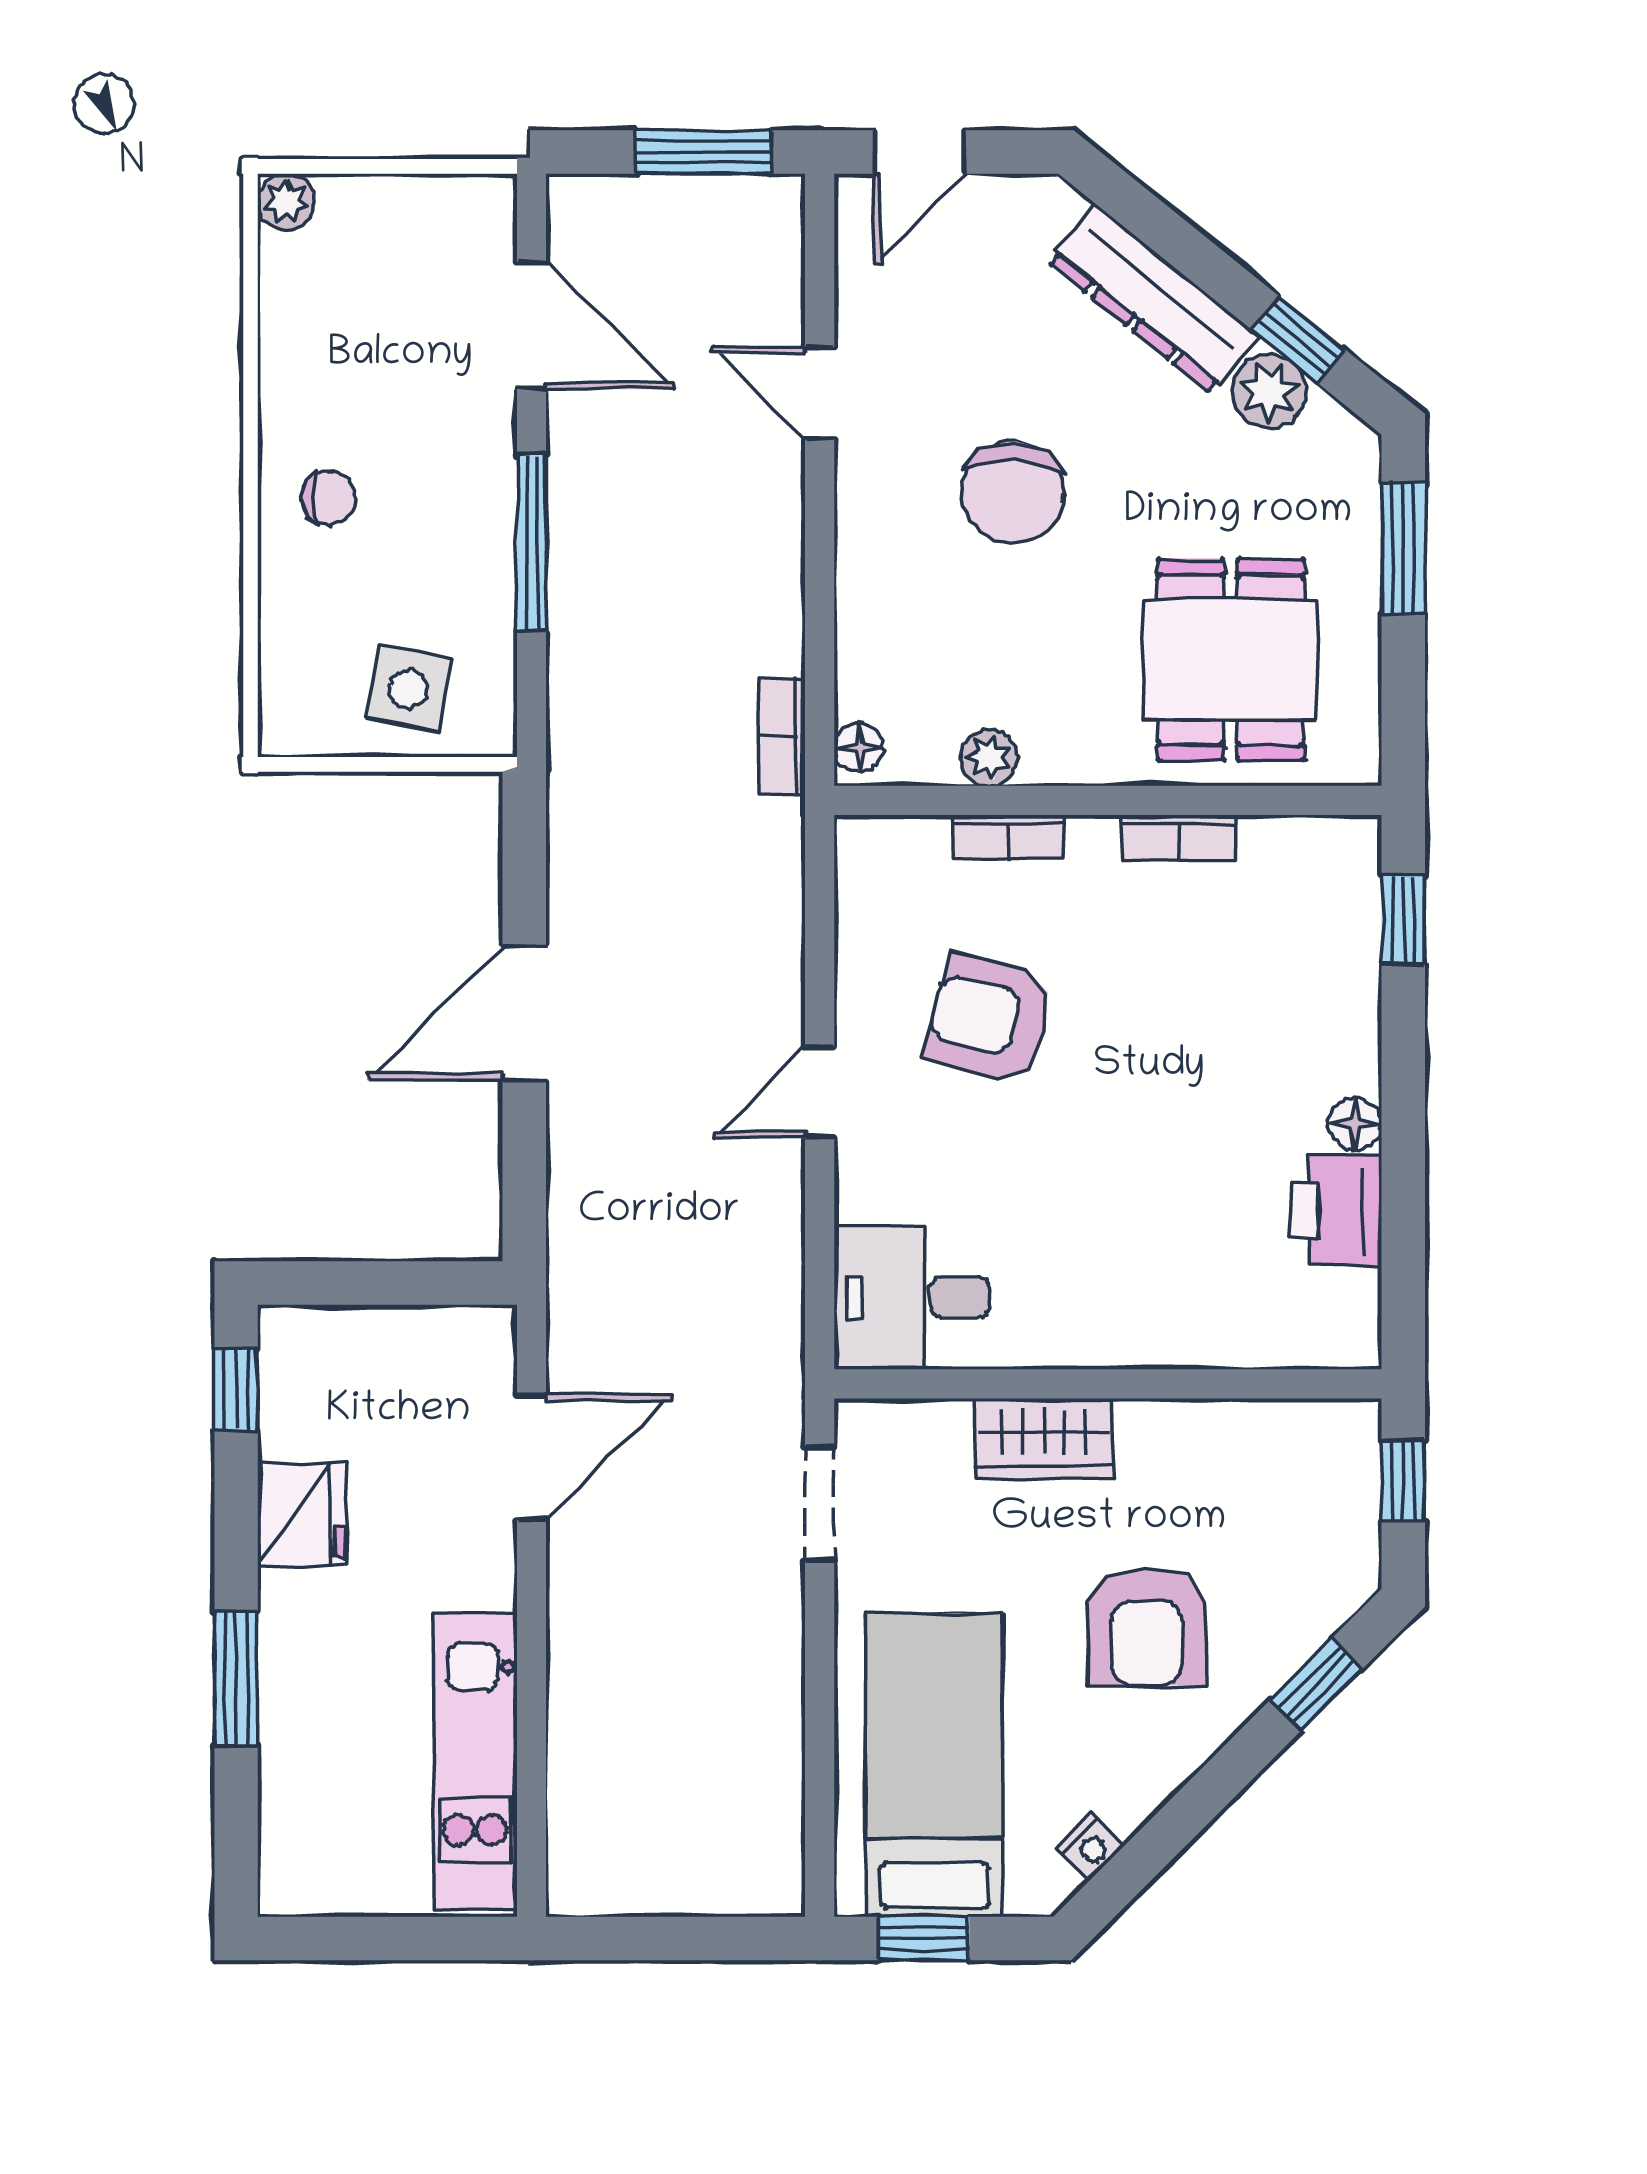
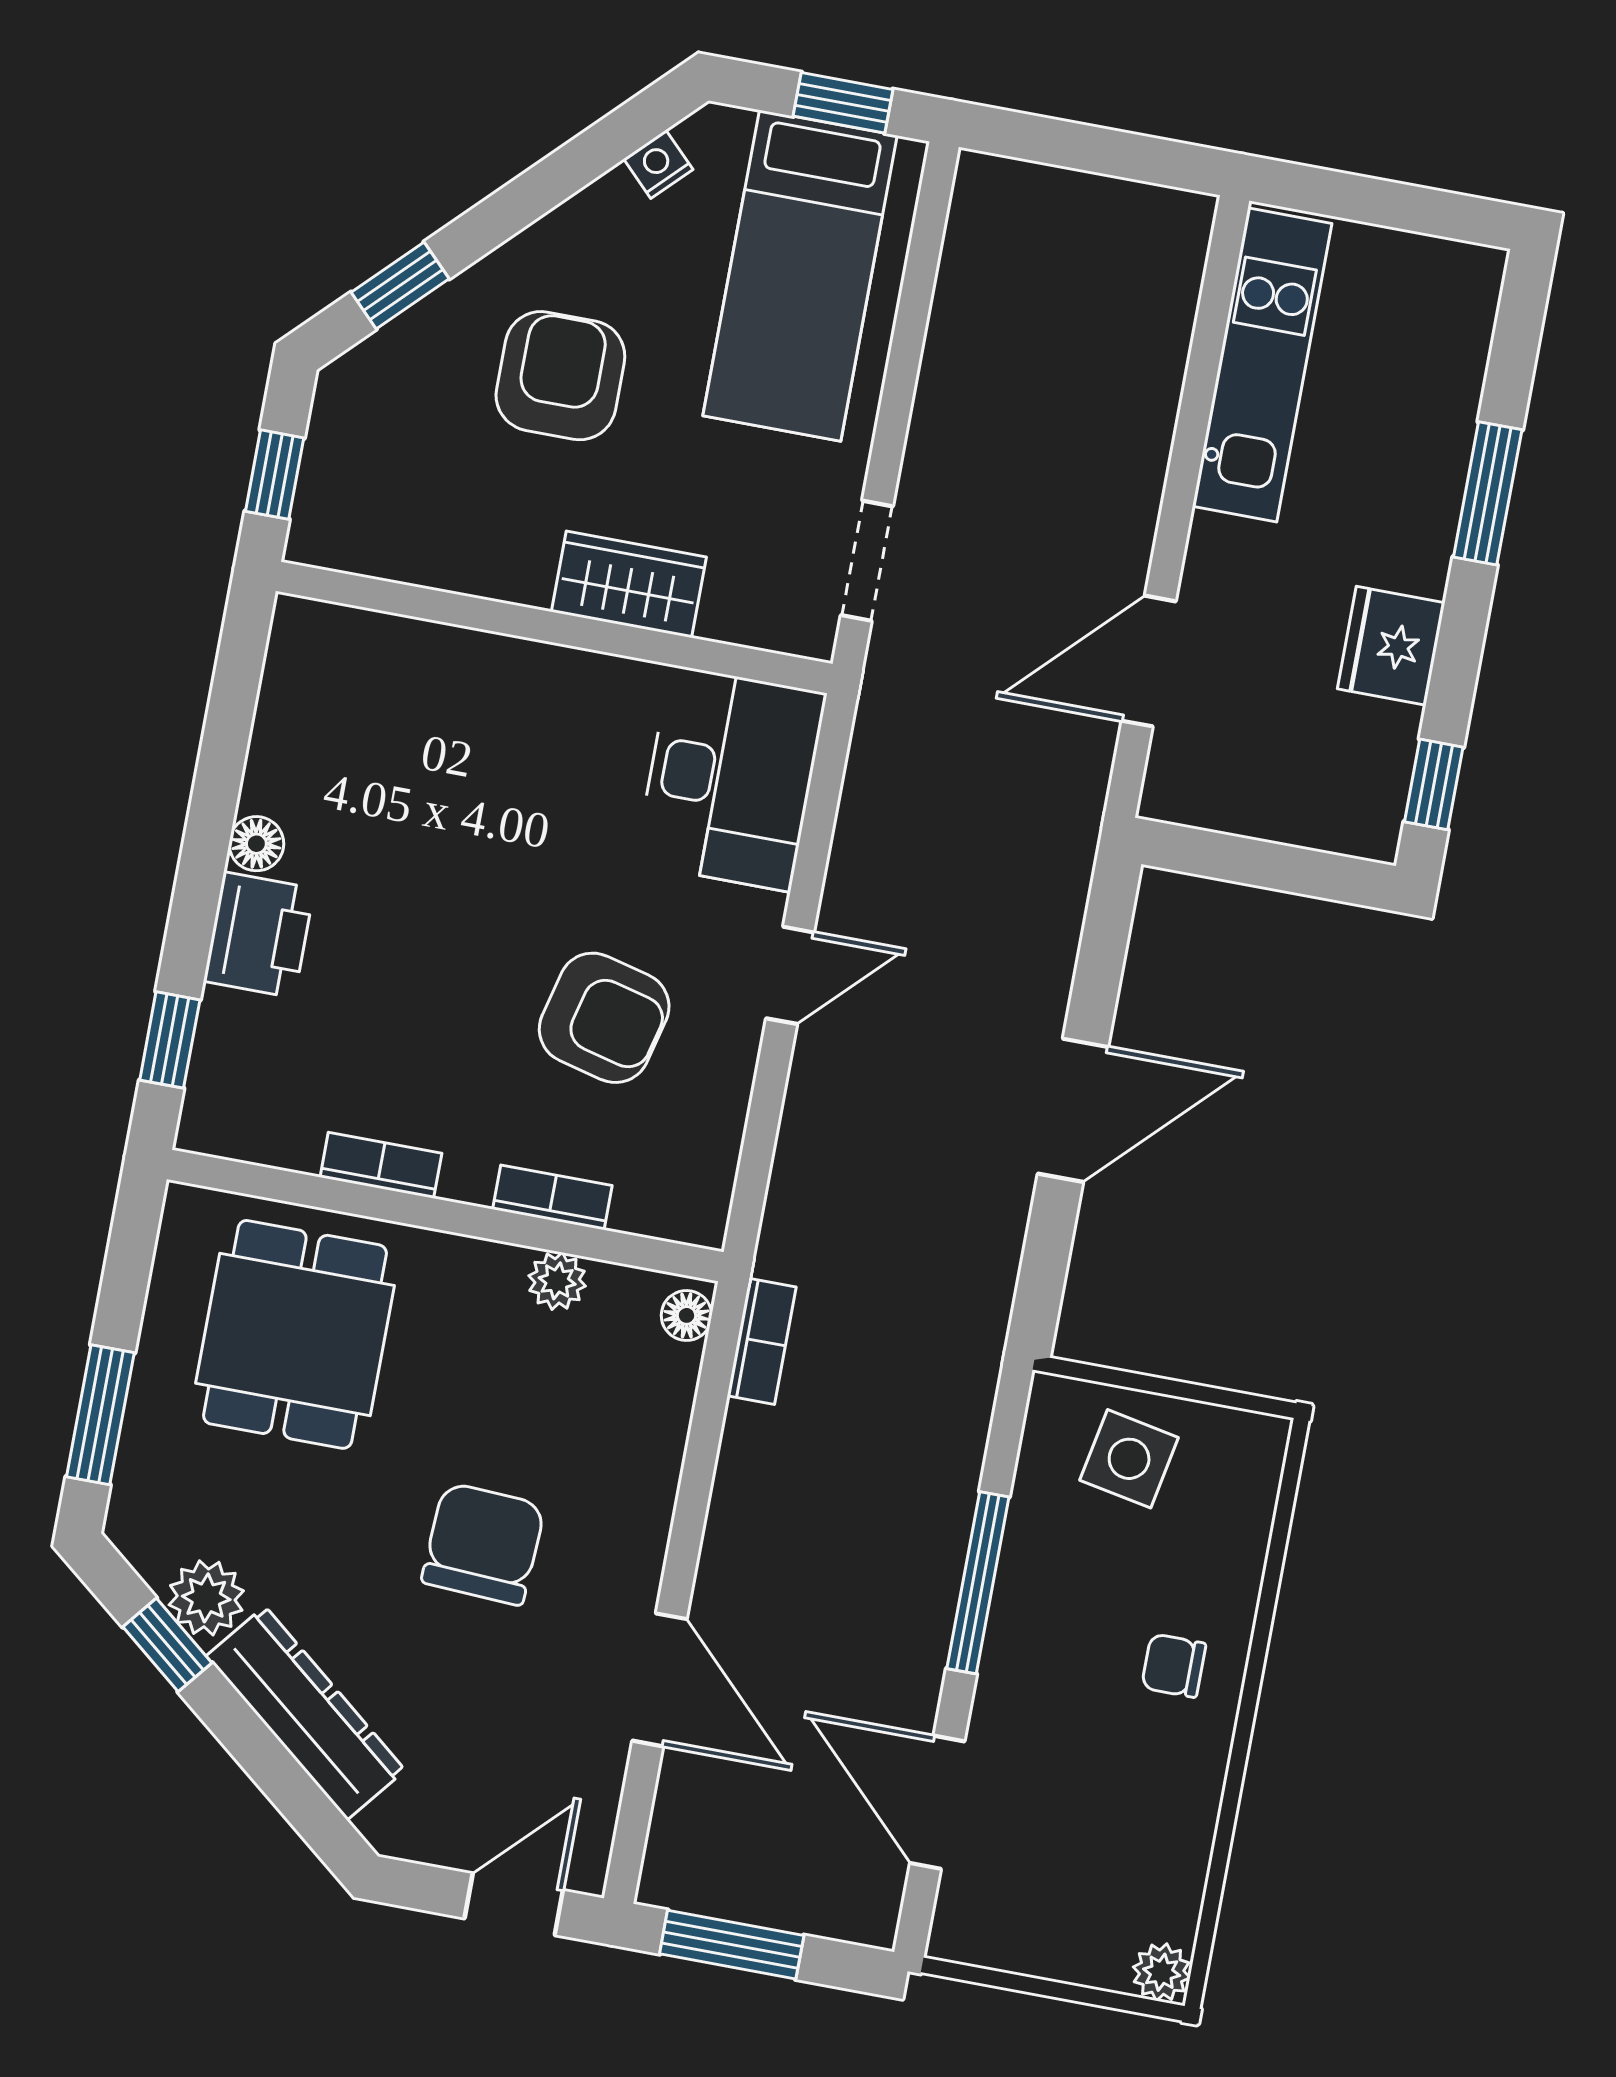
door: (820, 393) -> (660, 1680), width x1.37
printer: (1336, 1211) -> (259, 935), moved
desk: (912, 1297) -> (731, 778), width x1.37

